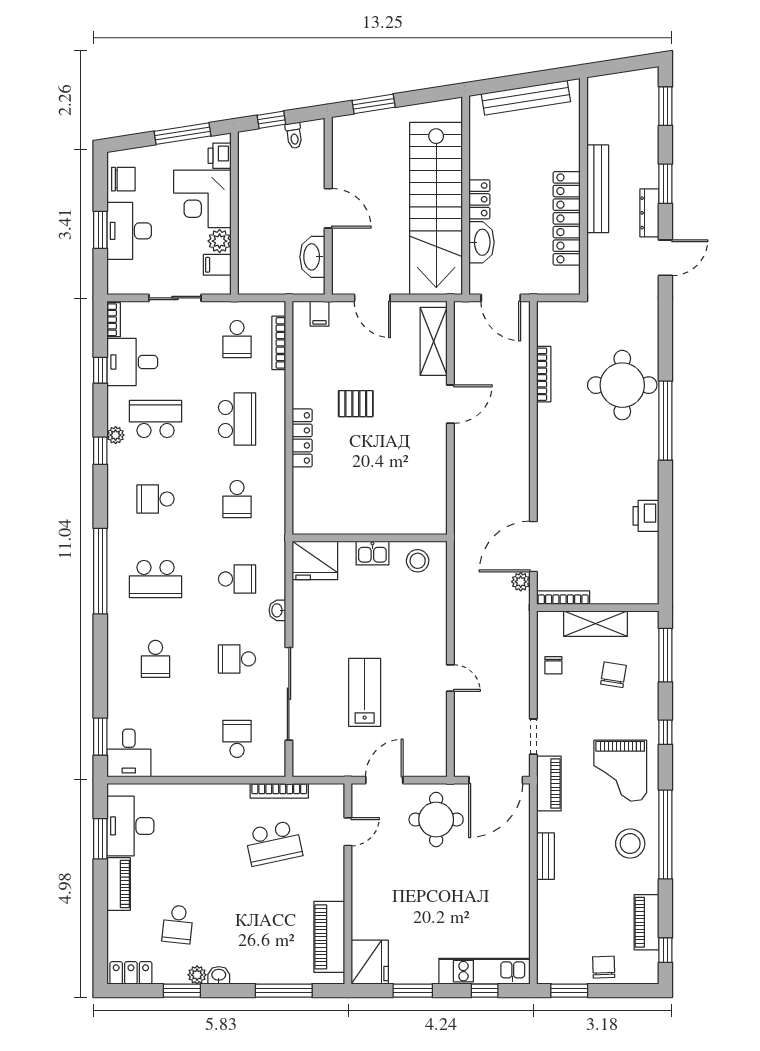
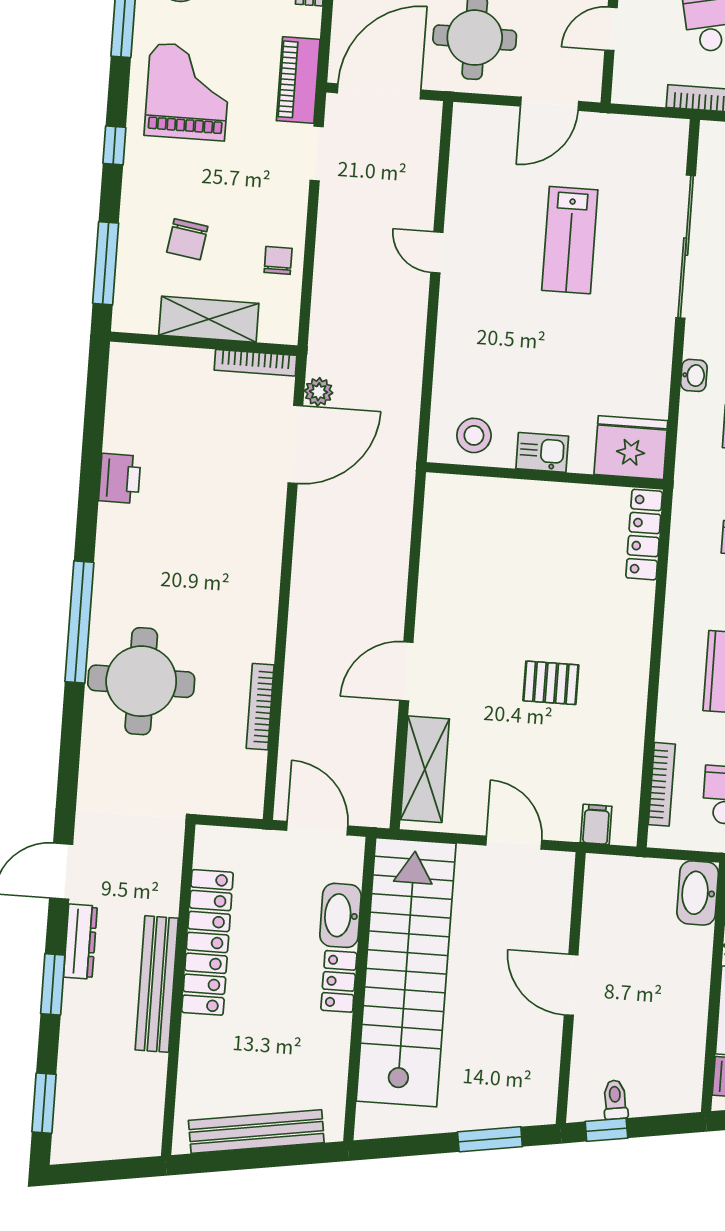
window: (271, 120) -> (606, 1130), moved
washbasin: (312, 257) -> (698, 893), moved, turned 180
locker: (302, 438) -> (644, 535), moved

